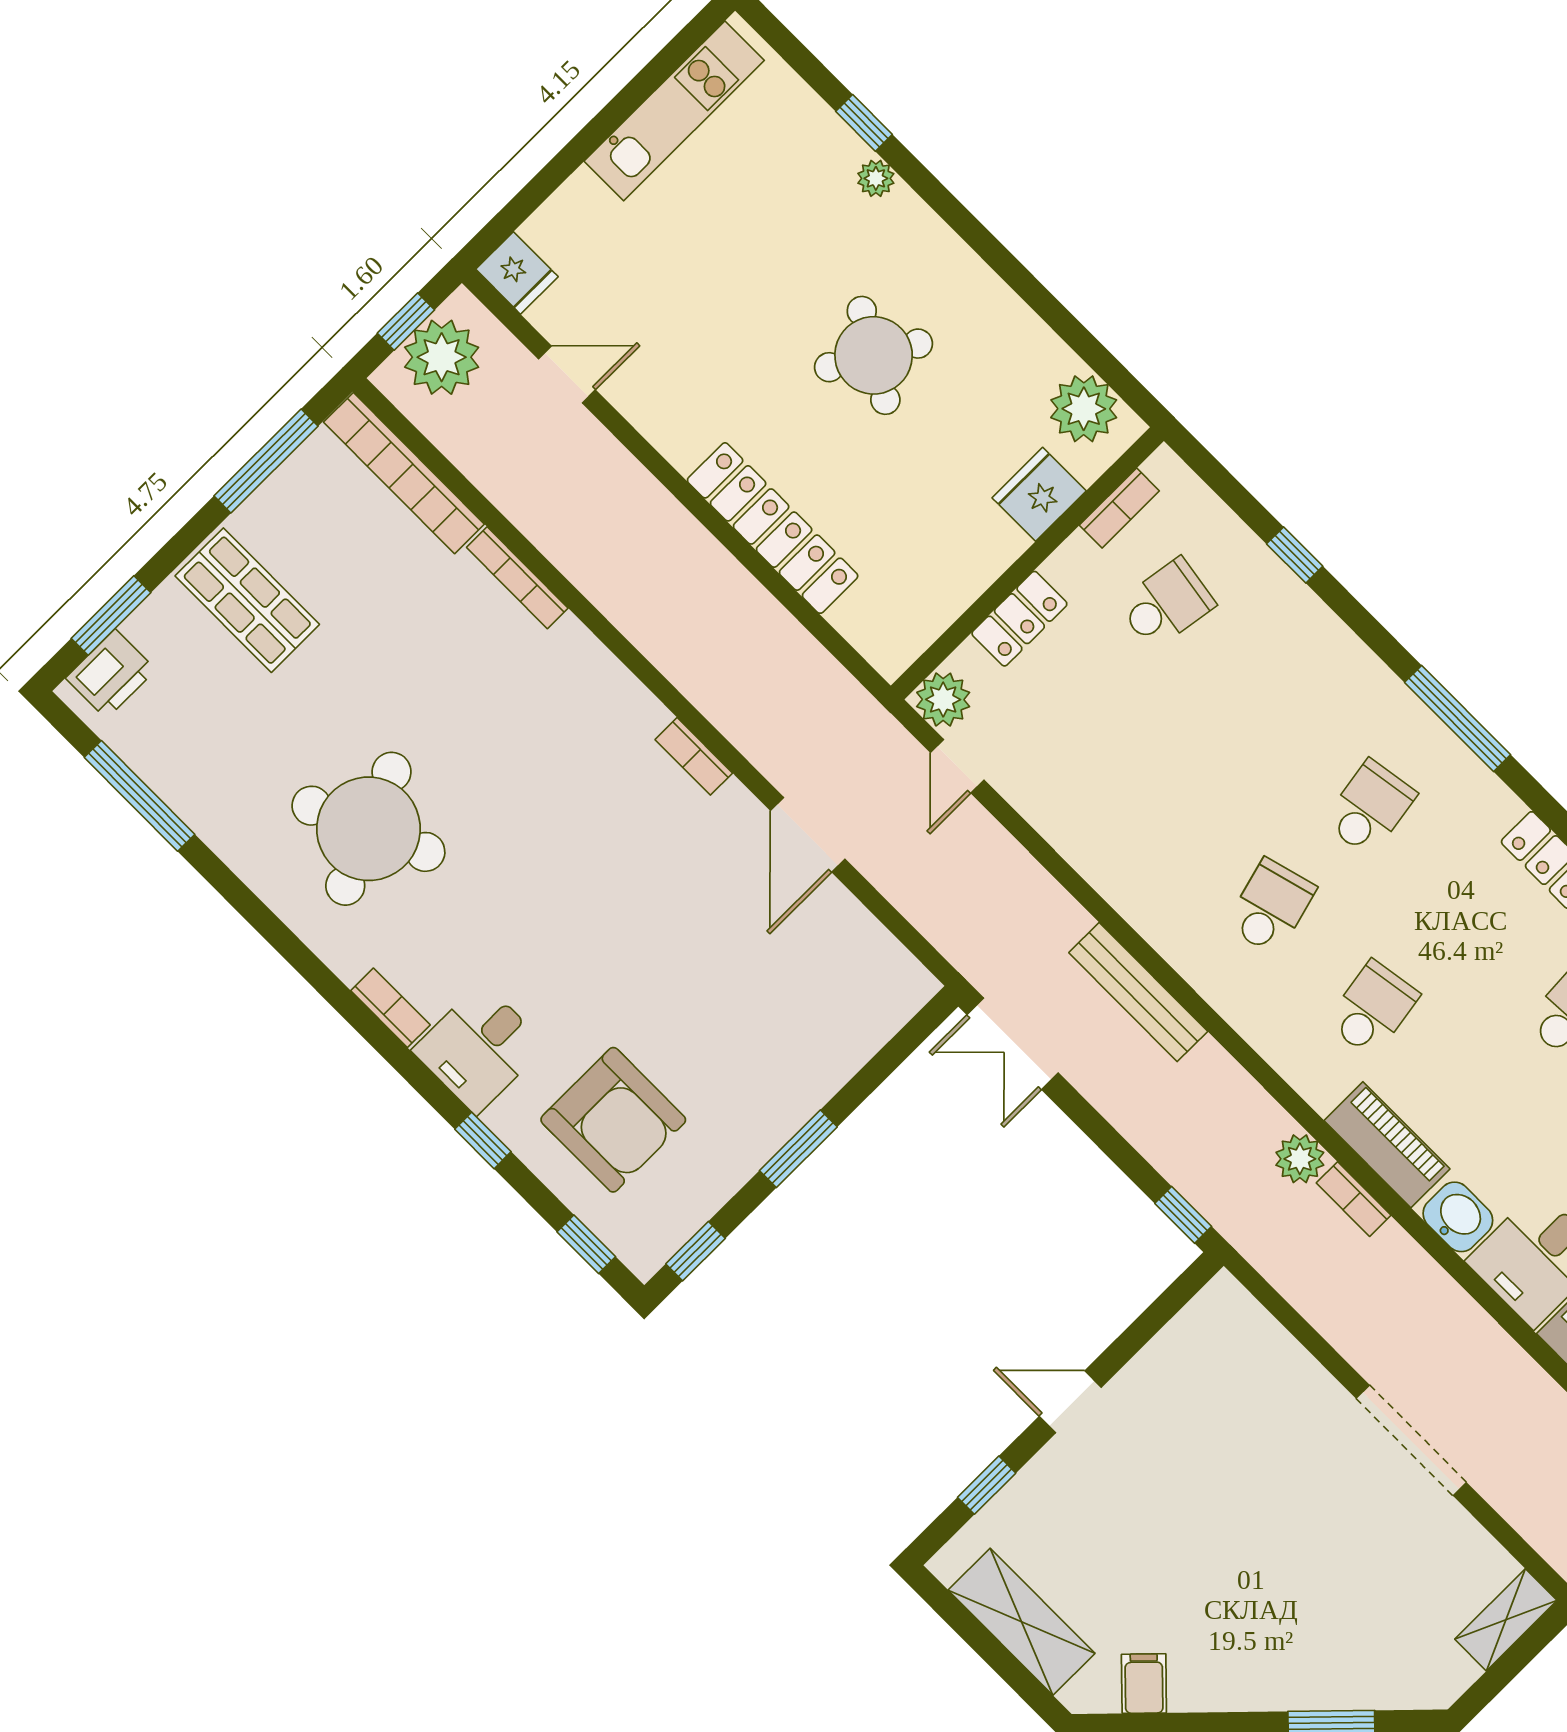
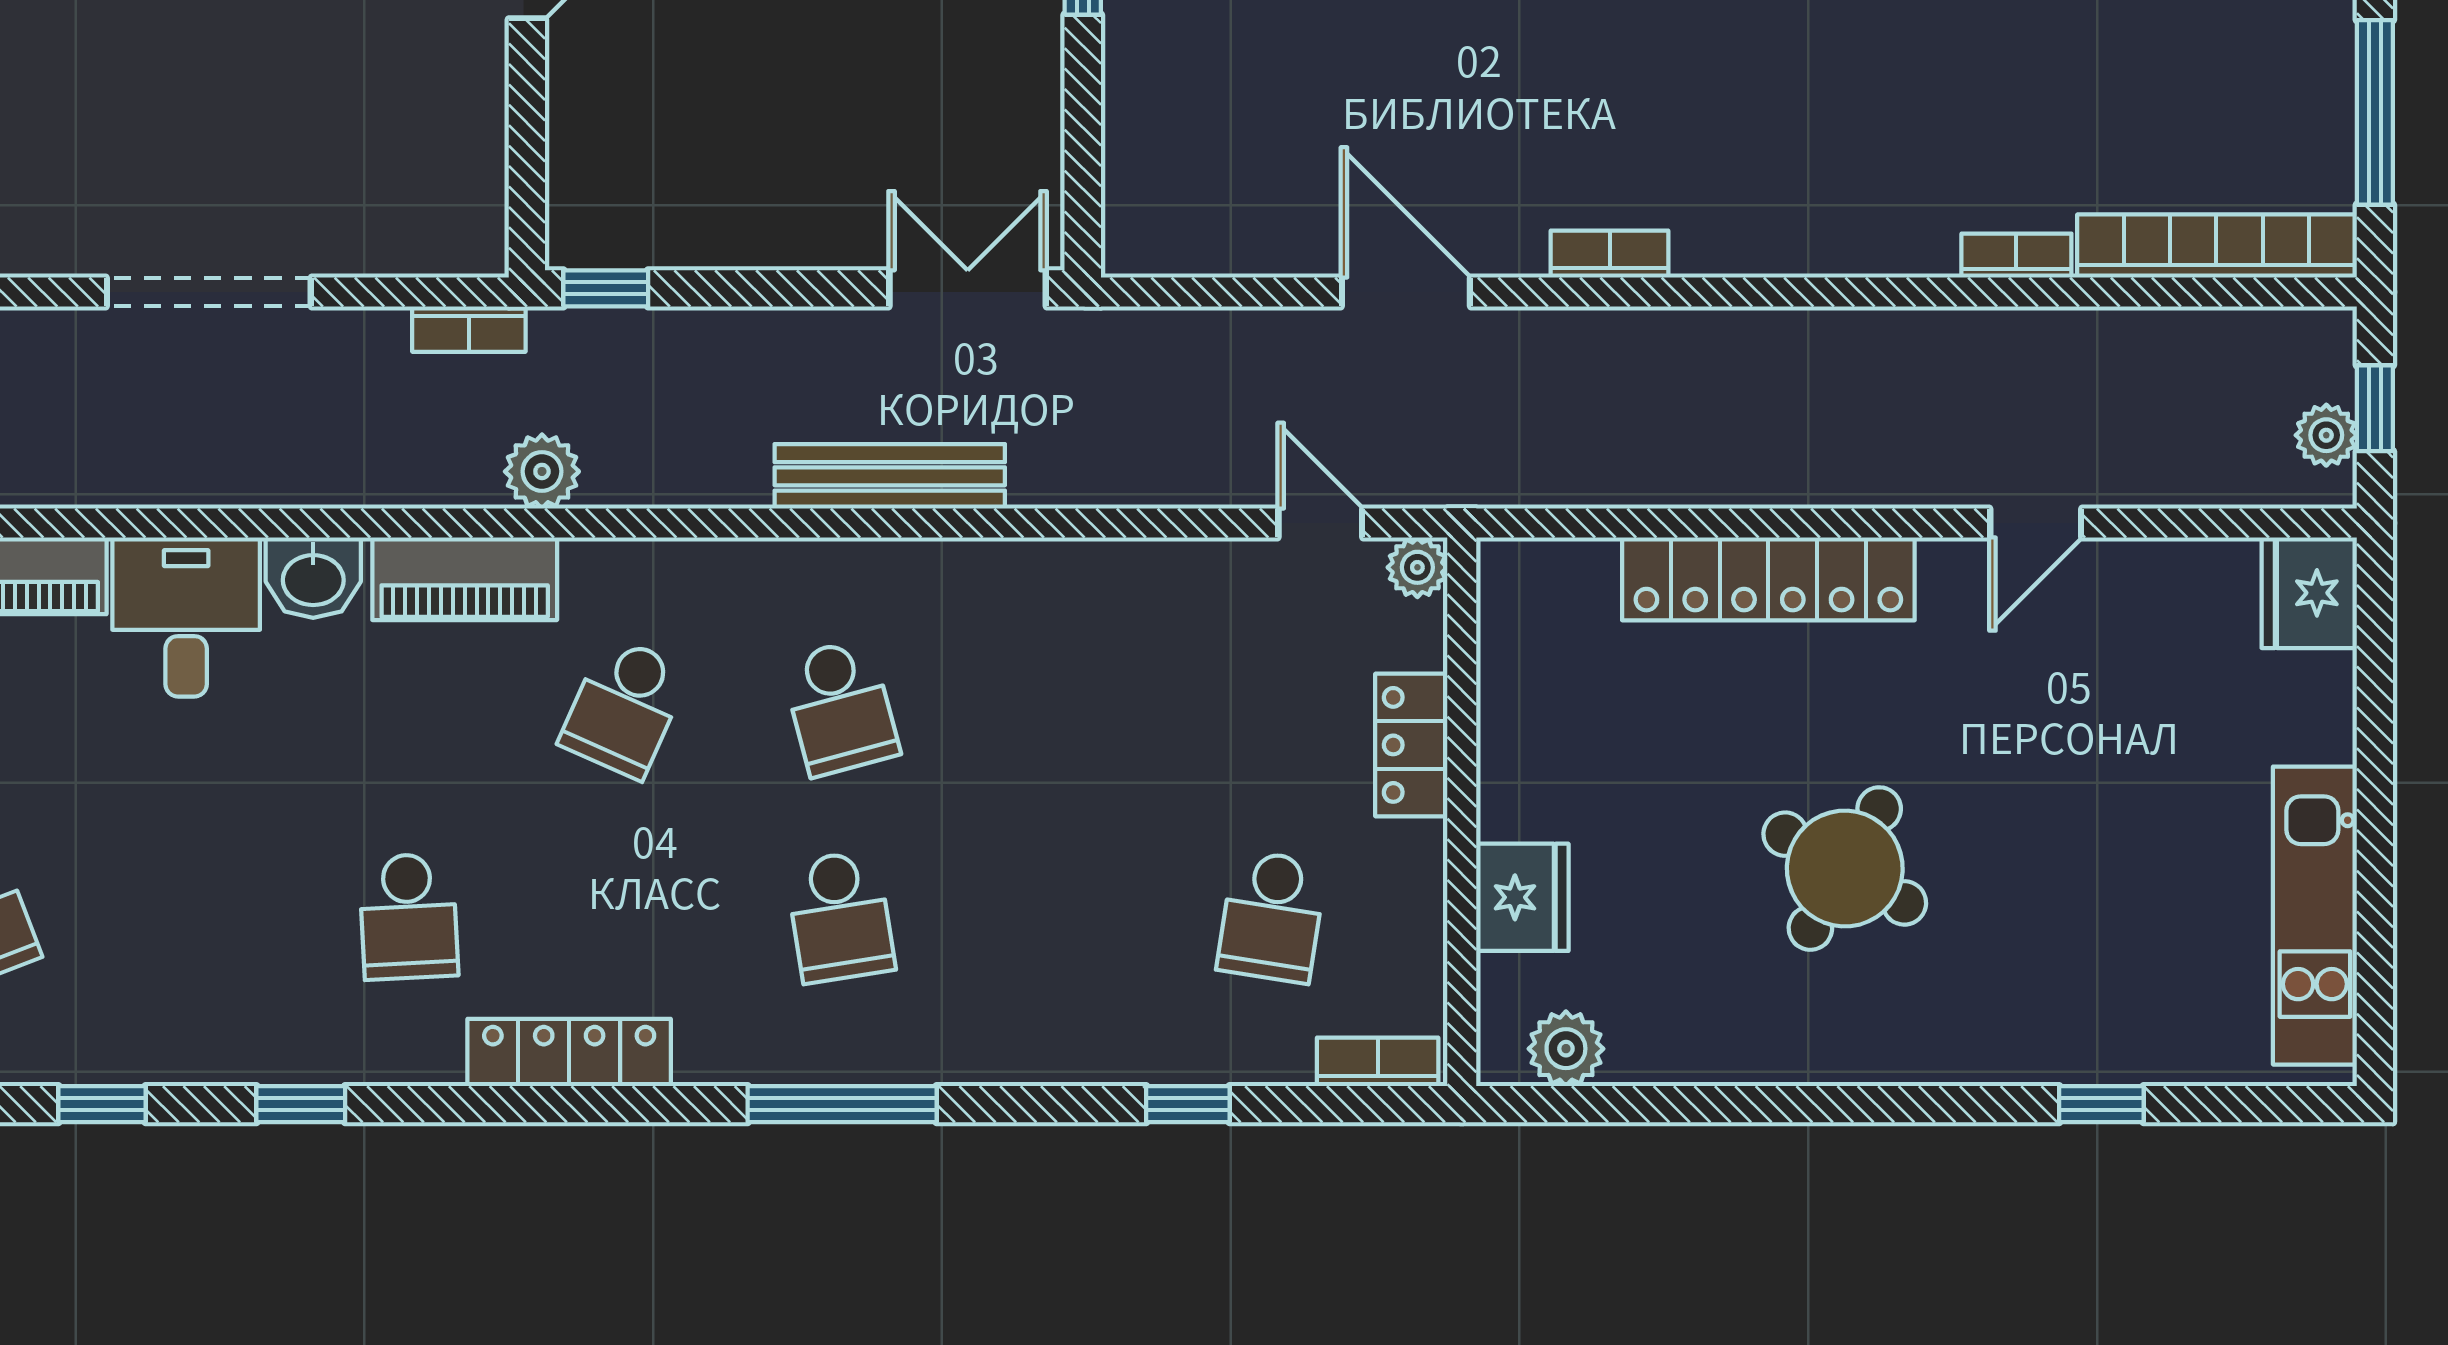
plant: (876, 178) -> (2030, 1058), removed
fridge: (517, 273) -> (2309, 593), width x1.38
plant: (442, 357) -> (2326, 435), width x0.53, depth x0.53
door: (567, 374) -> (2036, 523), moved
plant: (1084, 409) -> (1566, 1049), width x0.73, depth x0.73
bookcase: (1119, 508) -> (1378, 1062), moved, turned 90
bookcase: (517, 578) -> (2016, 256), width x0.64
plant: (943, 700) -> (1417, 567), width x0.73, depth x0.73
school desk: (1372, 1009) -> (624, 707), turned 33
bookcase: (1354, 1199) -> (469, 329), moved, turned 180
doorway: (1411, 1440) -> (209, 292), moved

